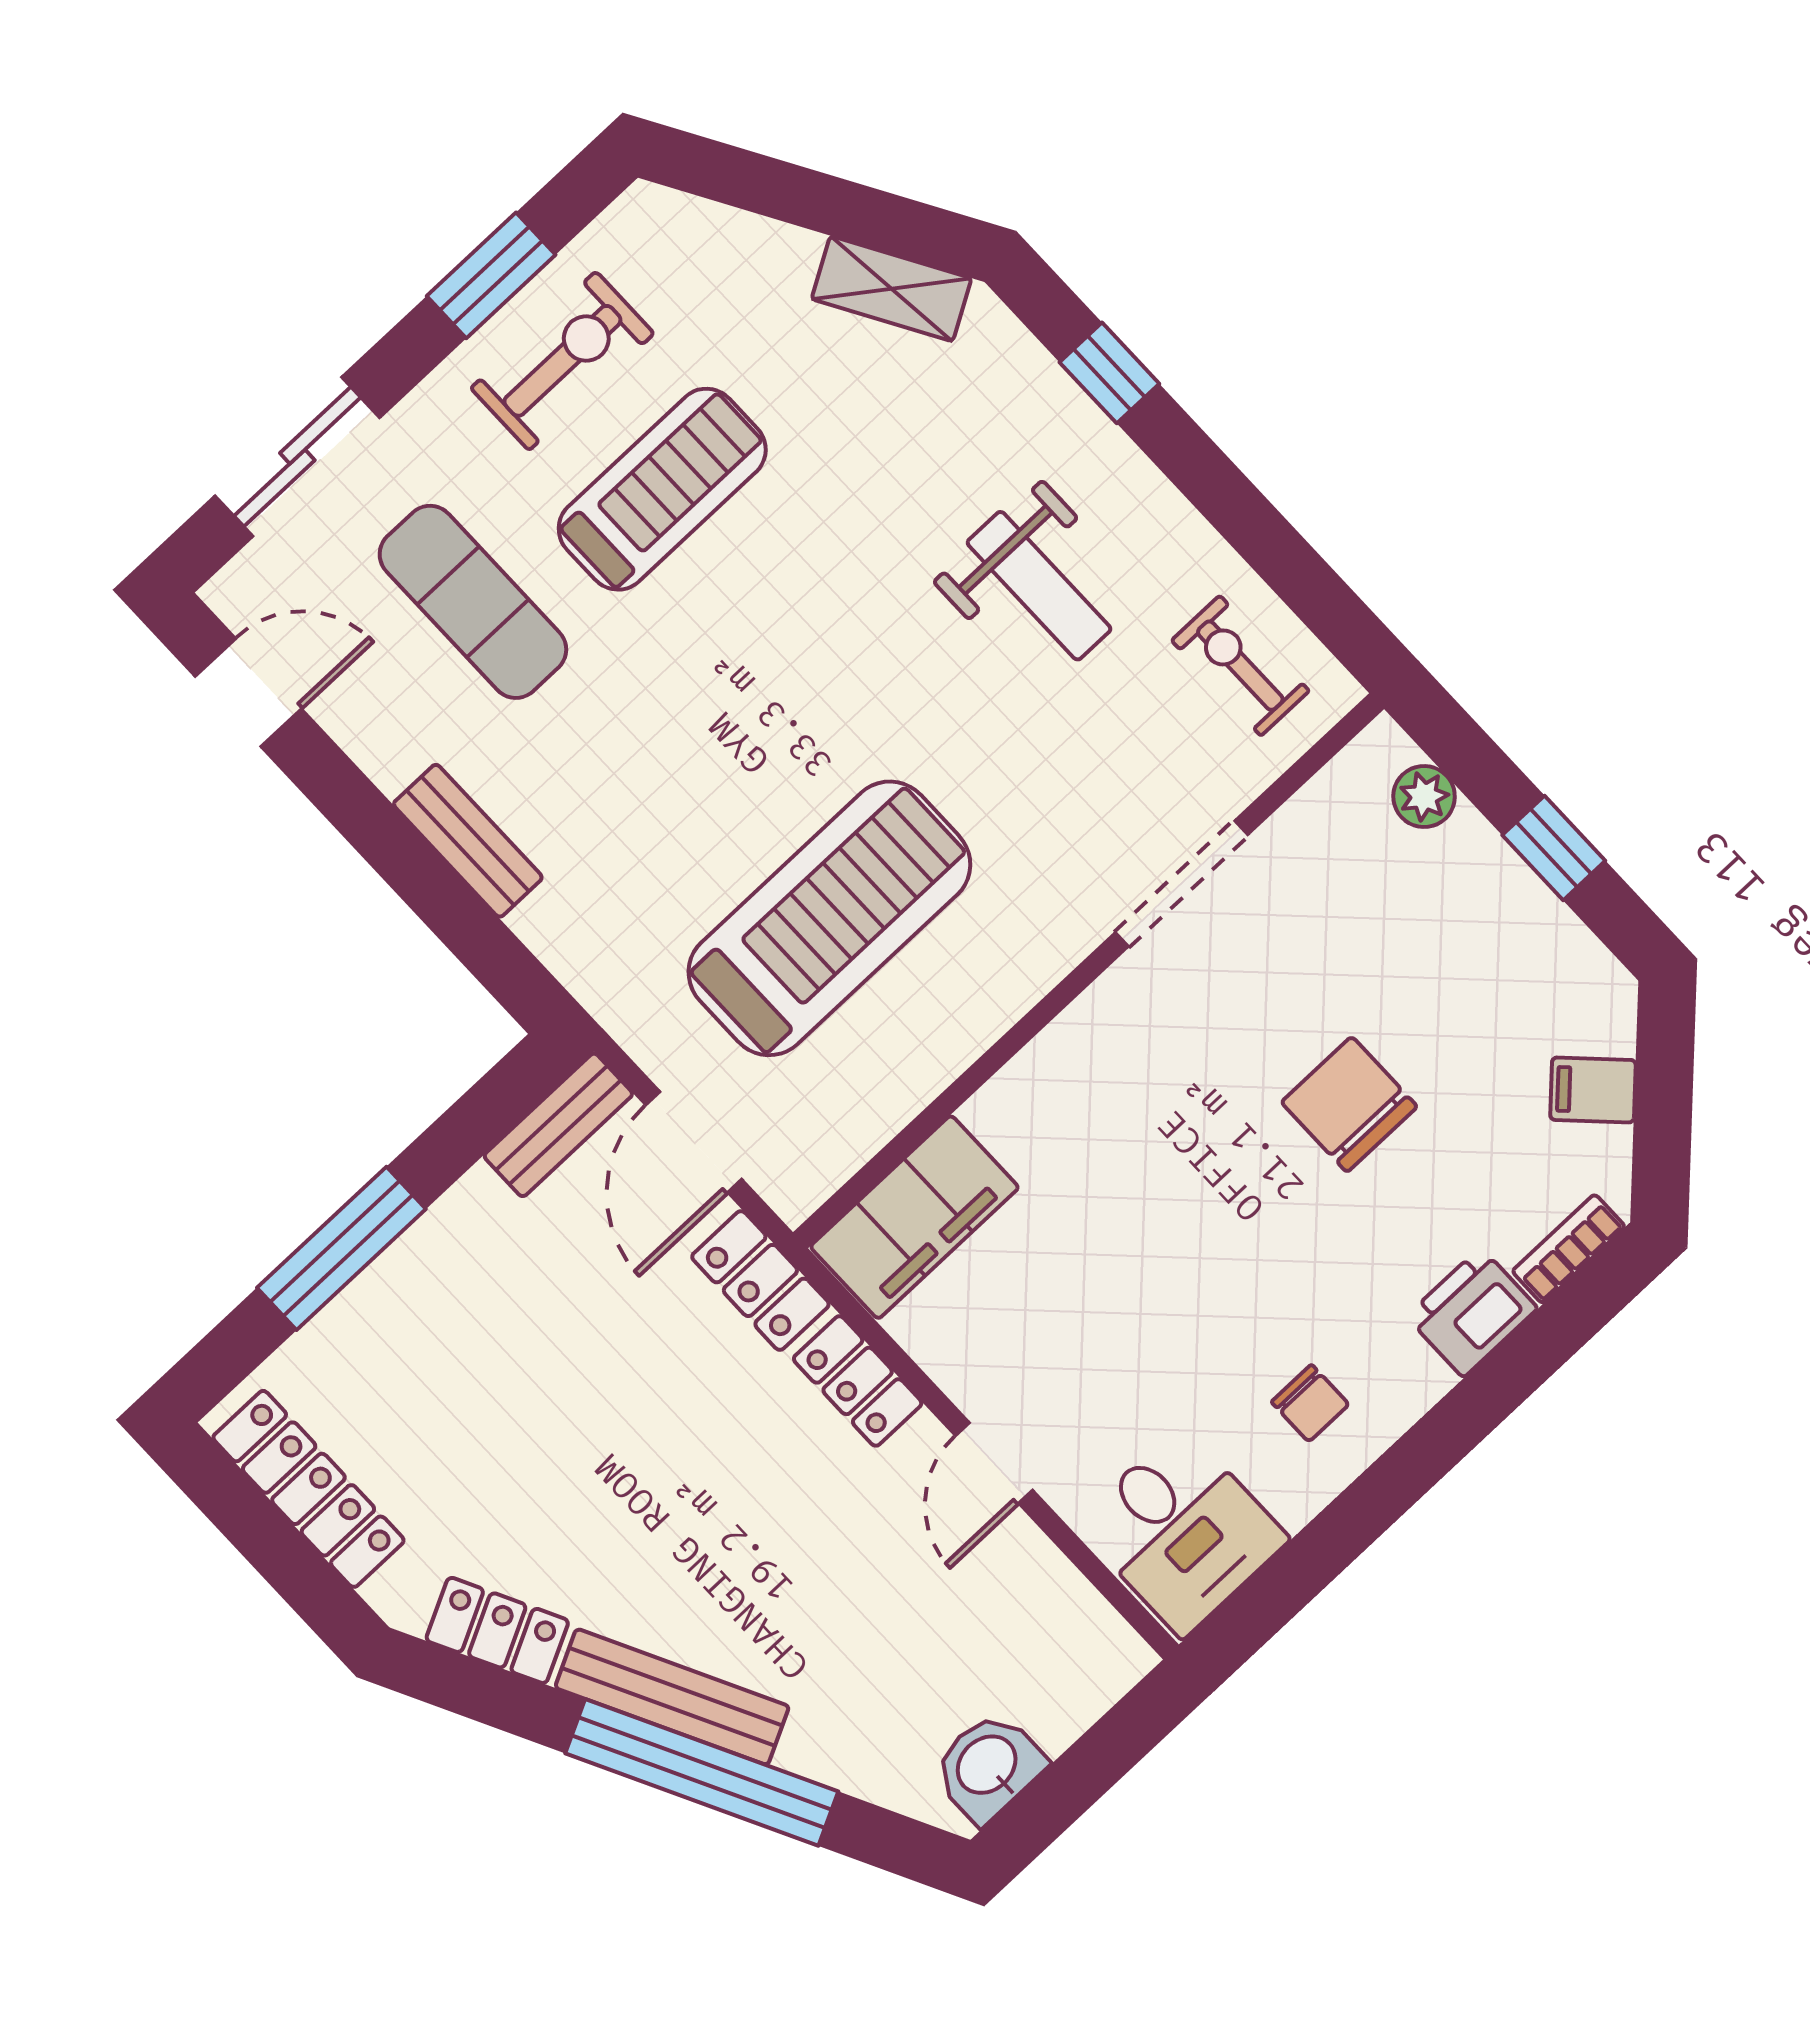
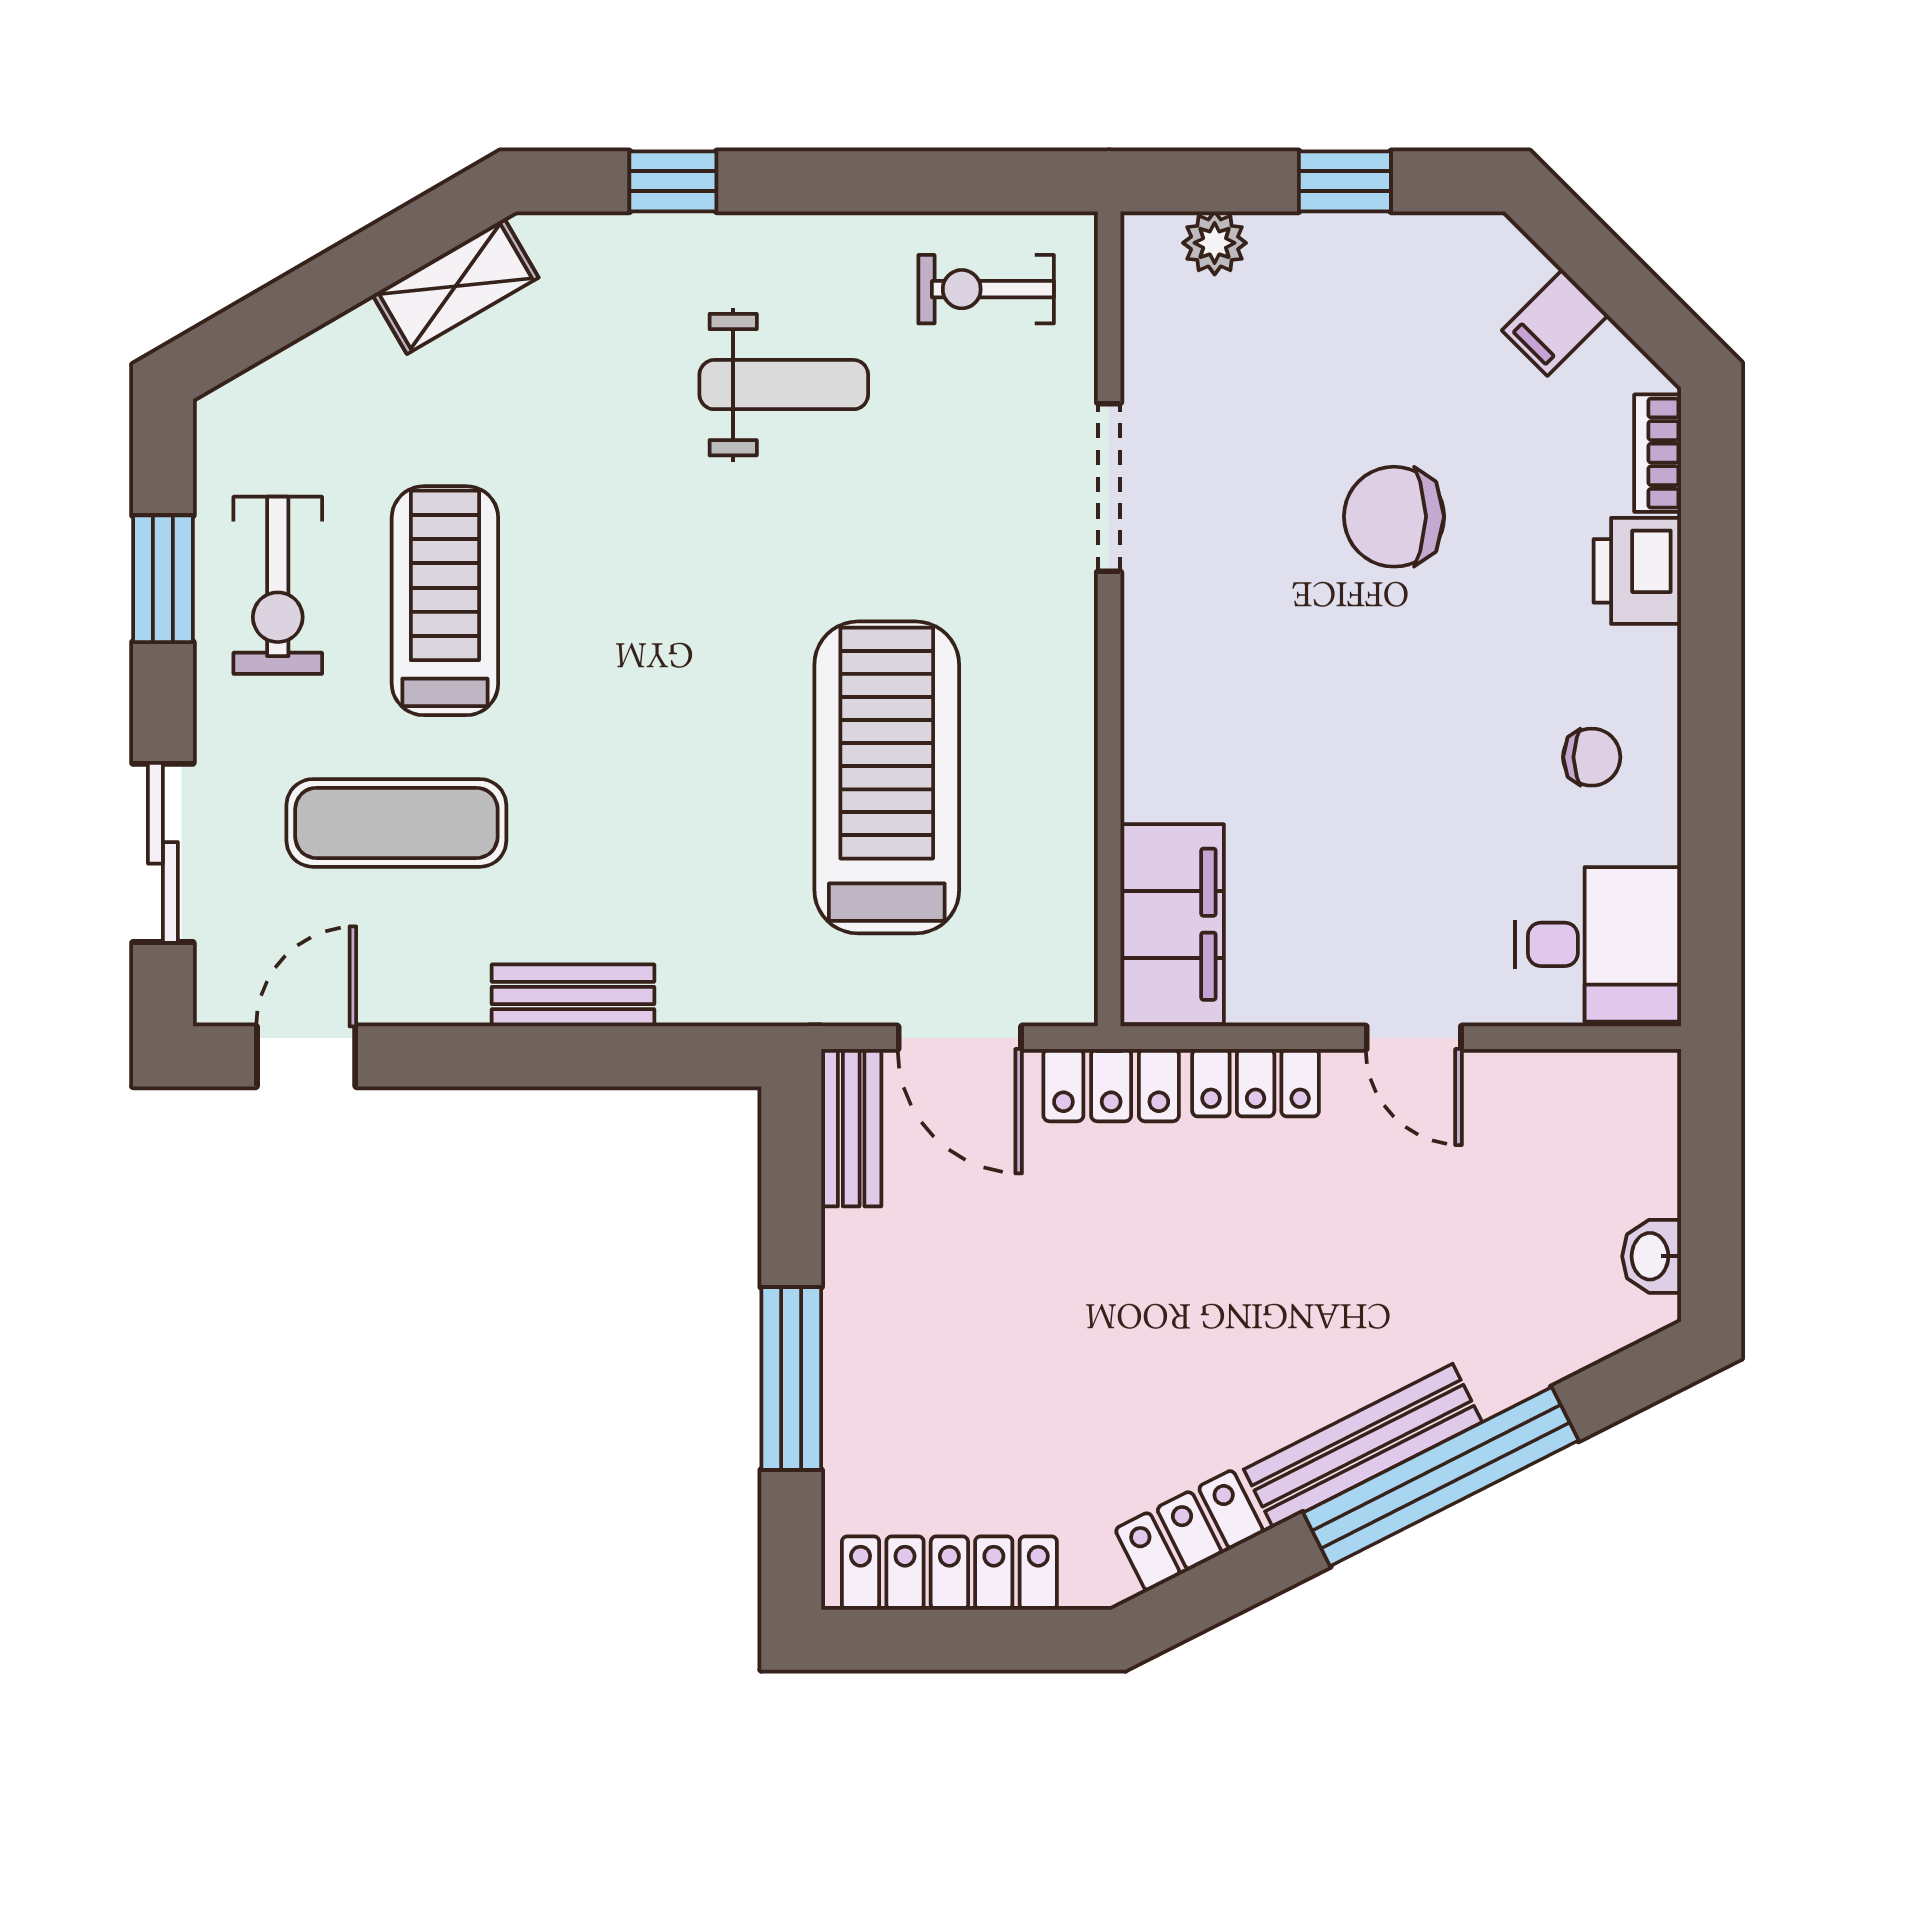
exercise bike: (562, 361) -> (278, 585), turned 180
washbasin: (988, 1766) -> (1652, 1256), width x0.72, depth x0.69

